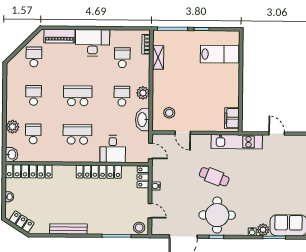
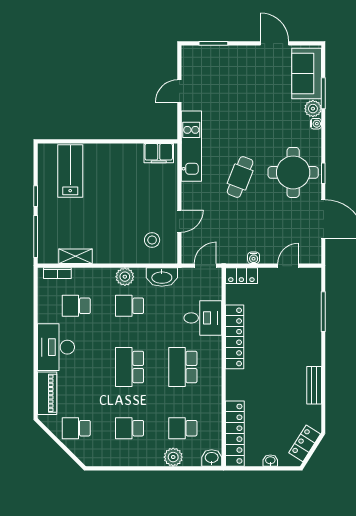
stool: (139, 228) -> (311, 280), removed
bench: (68, 229) -> (314, 385), width x0.73

